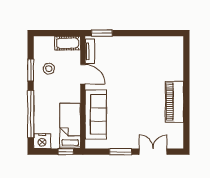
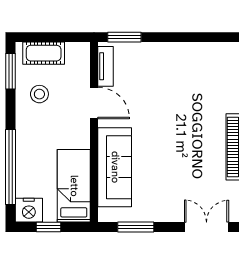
cot: (68, 43) -> (44, 53), moved
window: (31, 70) -> (11, 71), moved
window: (66, 152) -> (48, 227), moved
window: (121, 152) -> (136, 227), moved

